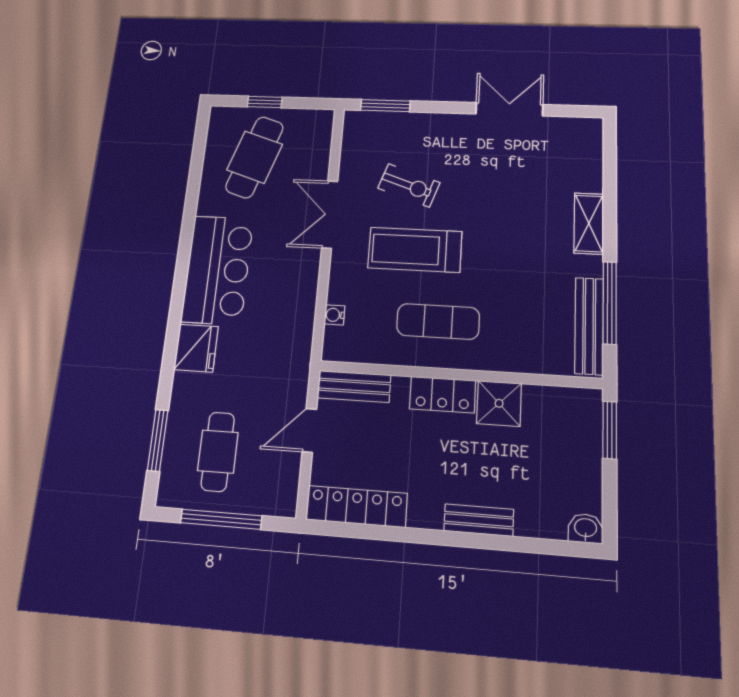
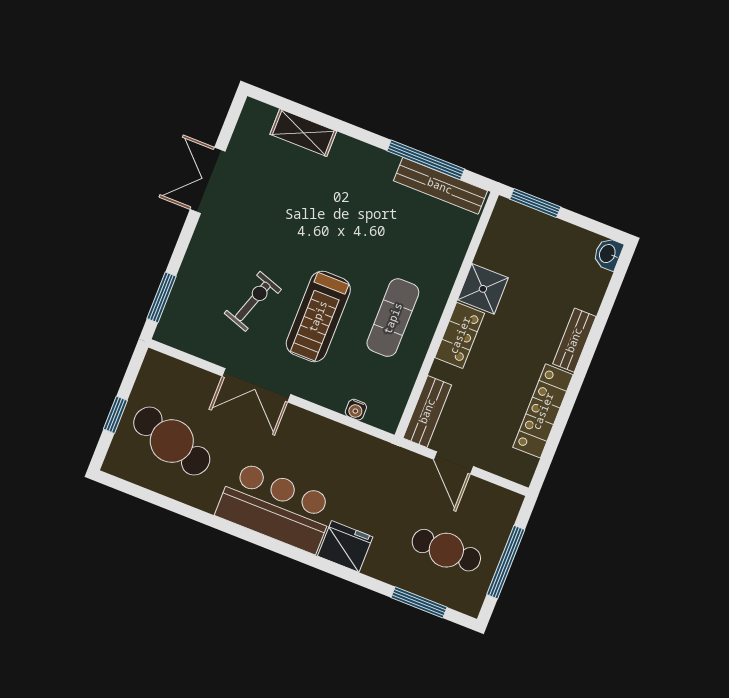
shelving: (589, 223) -> (303, 133), moved
locker: (357, 506) -> (543, 411), moved

